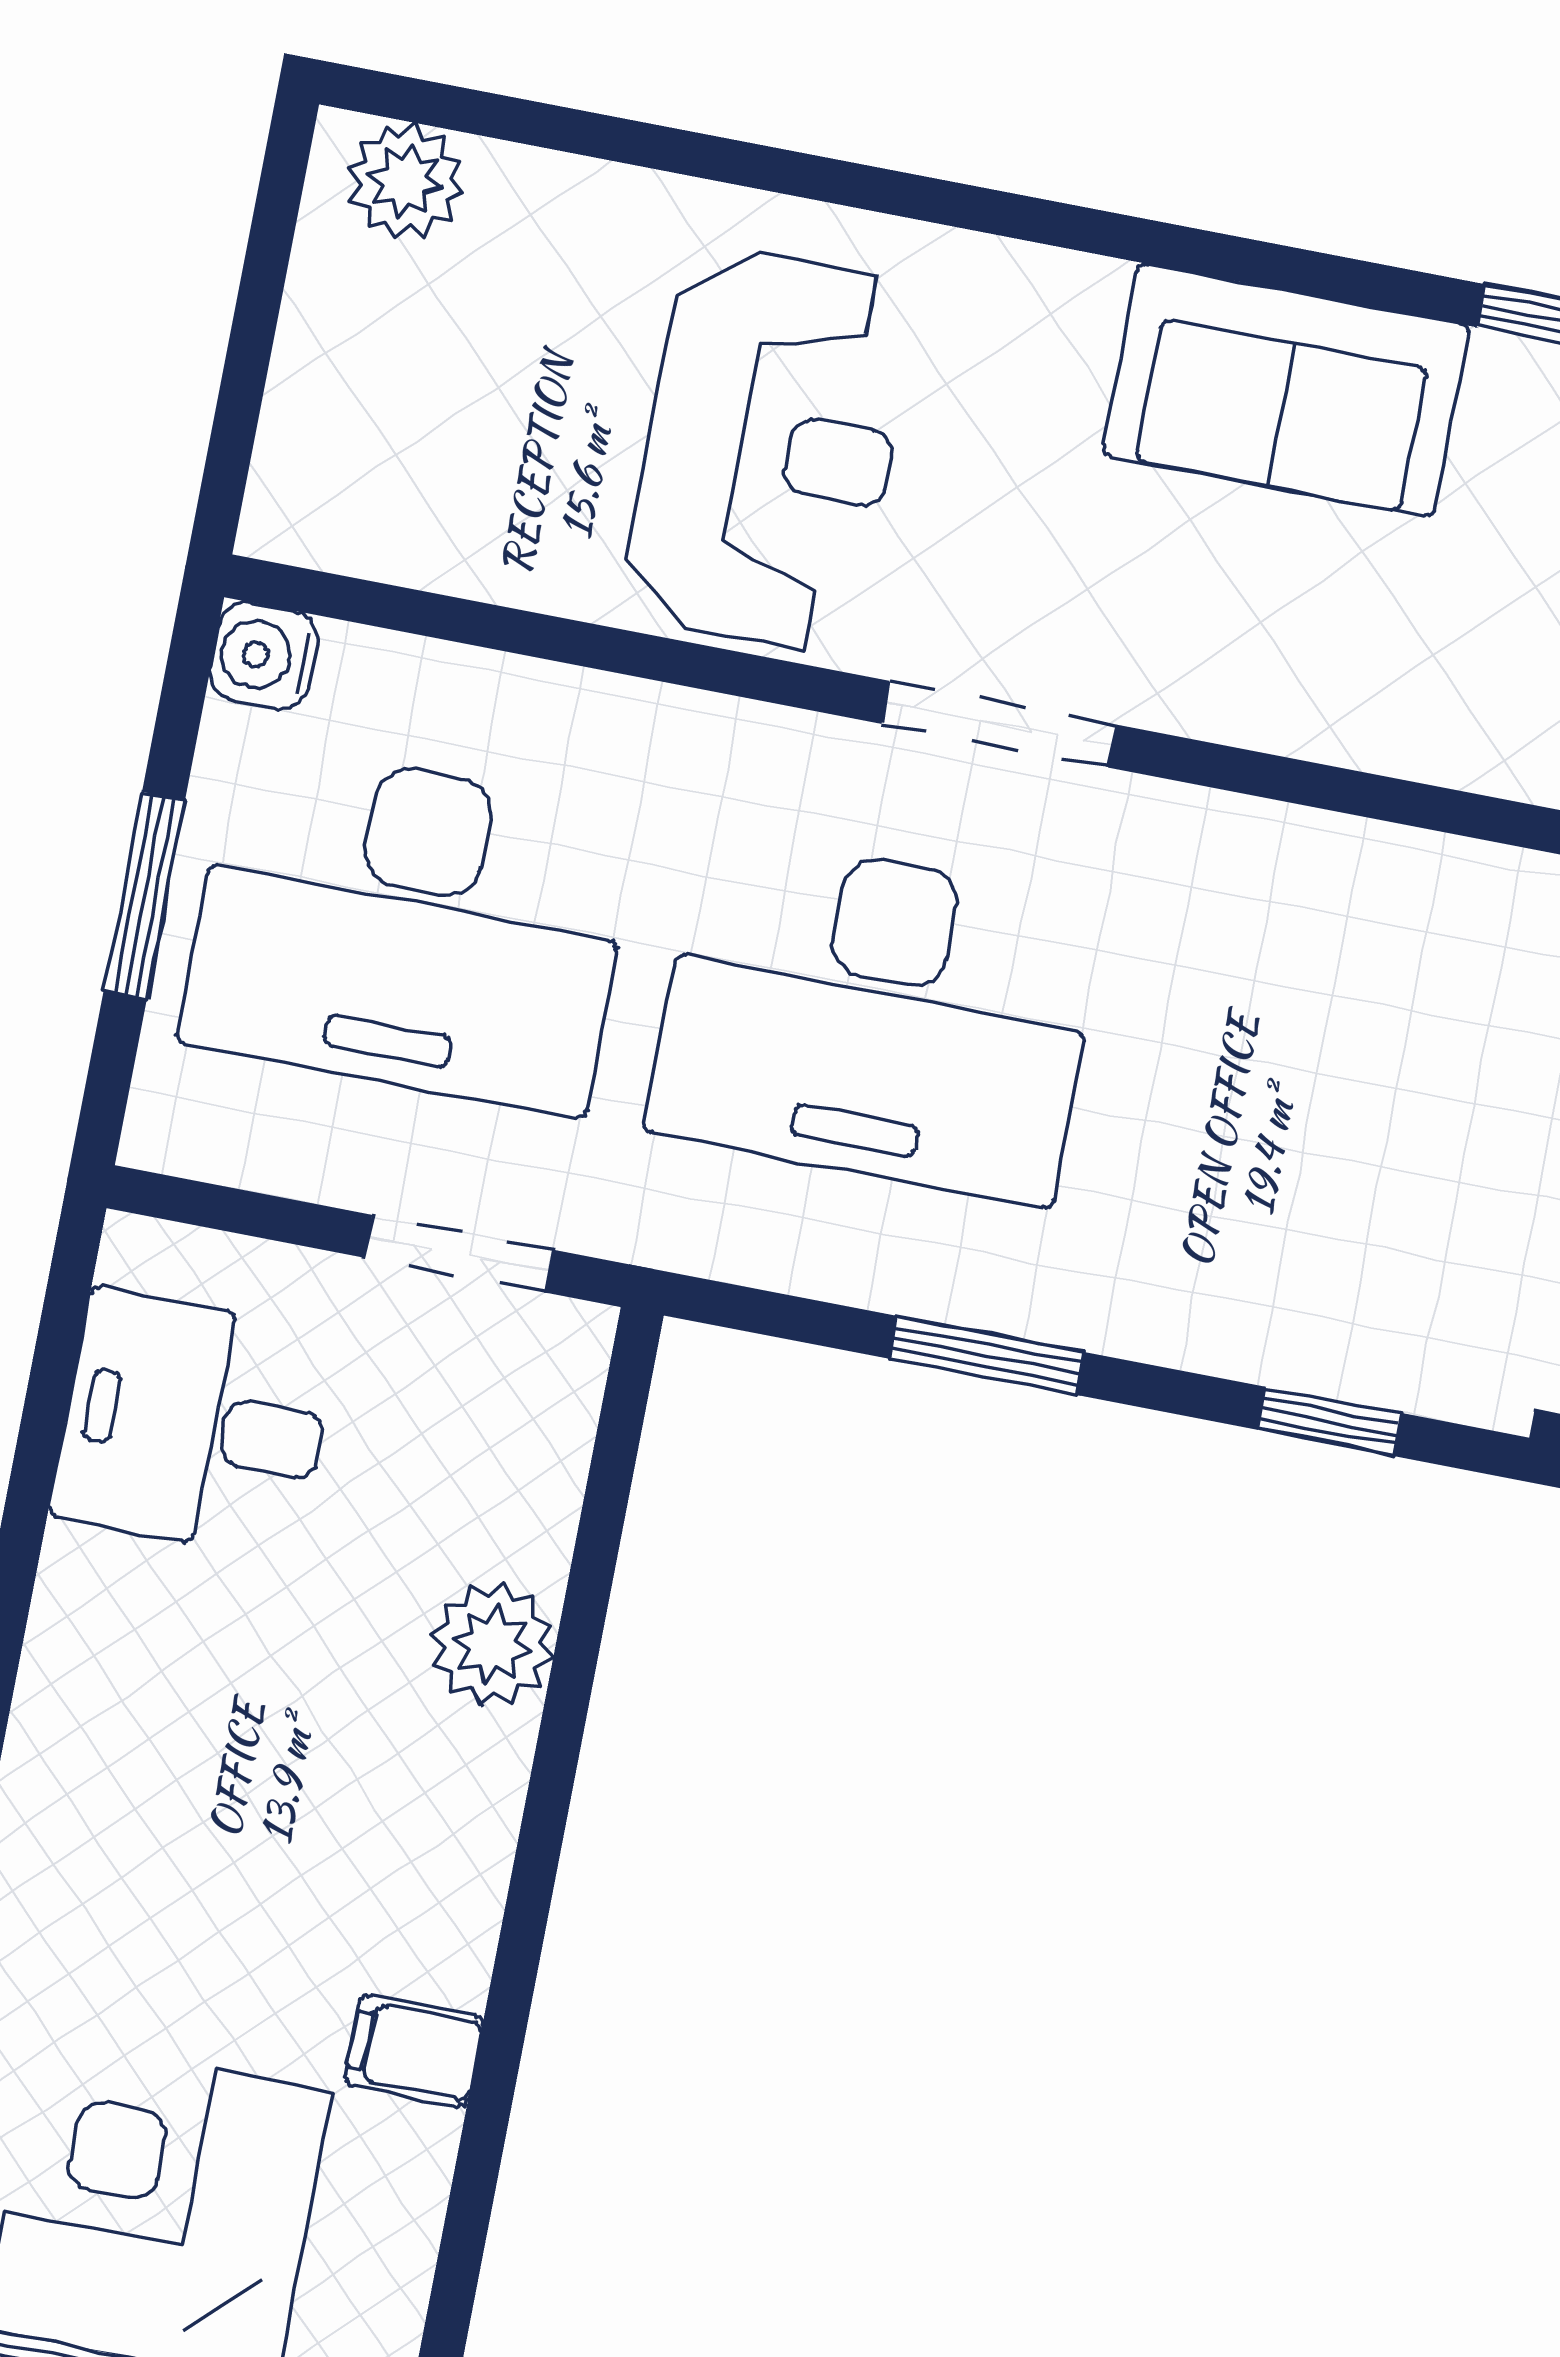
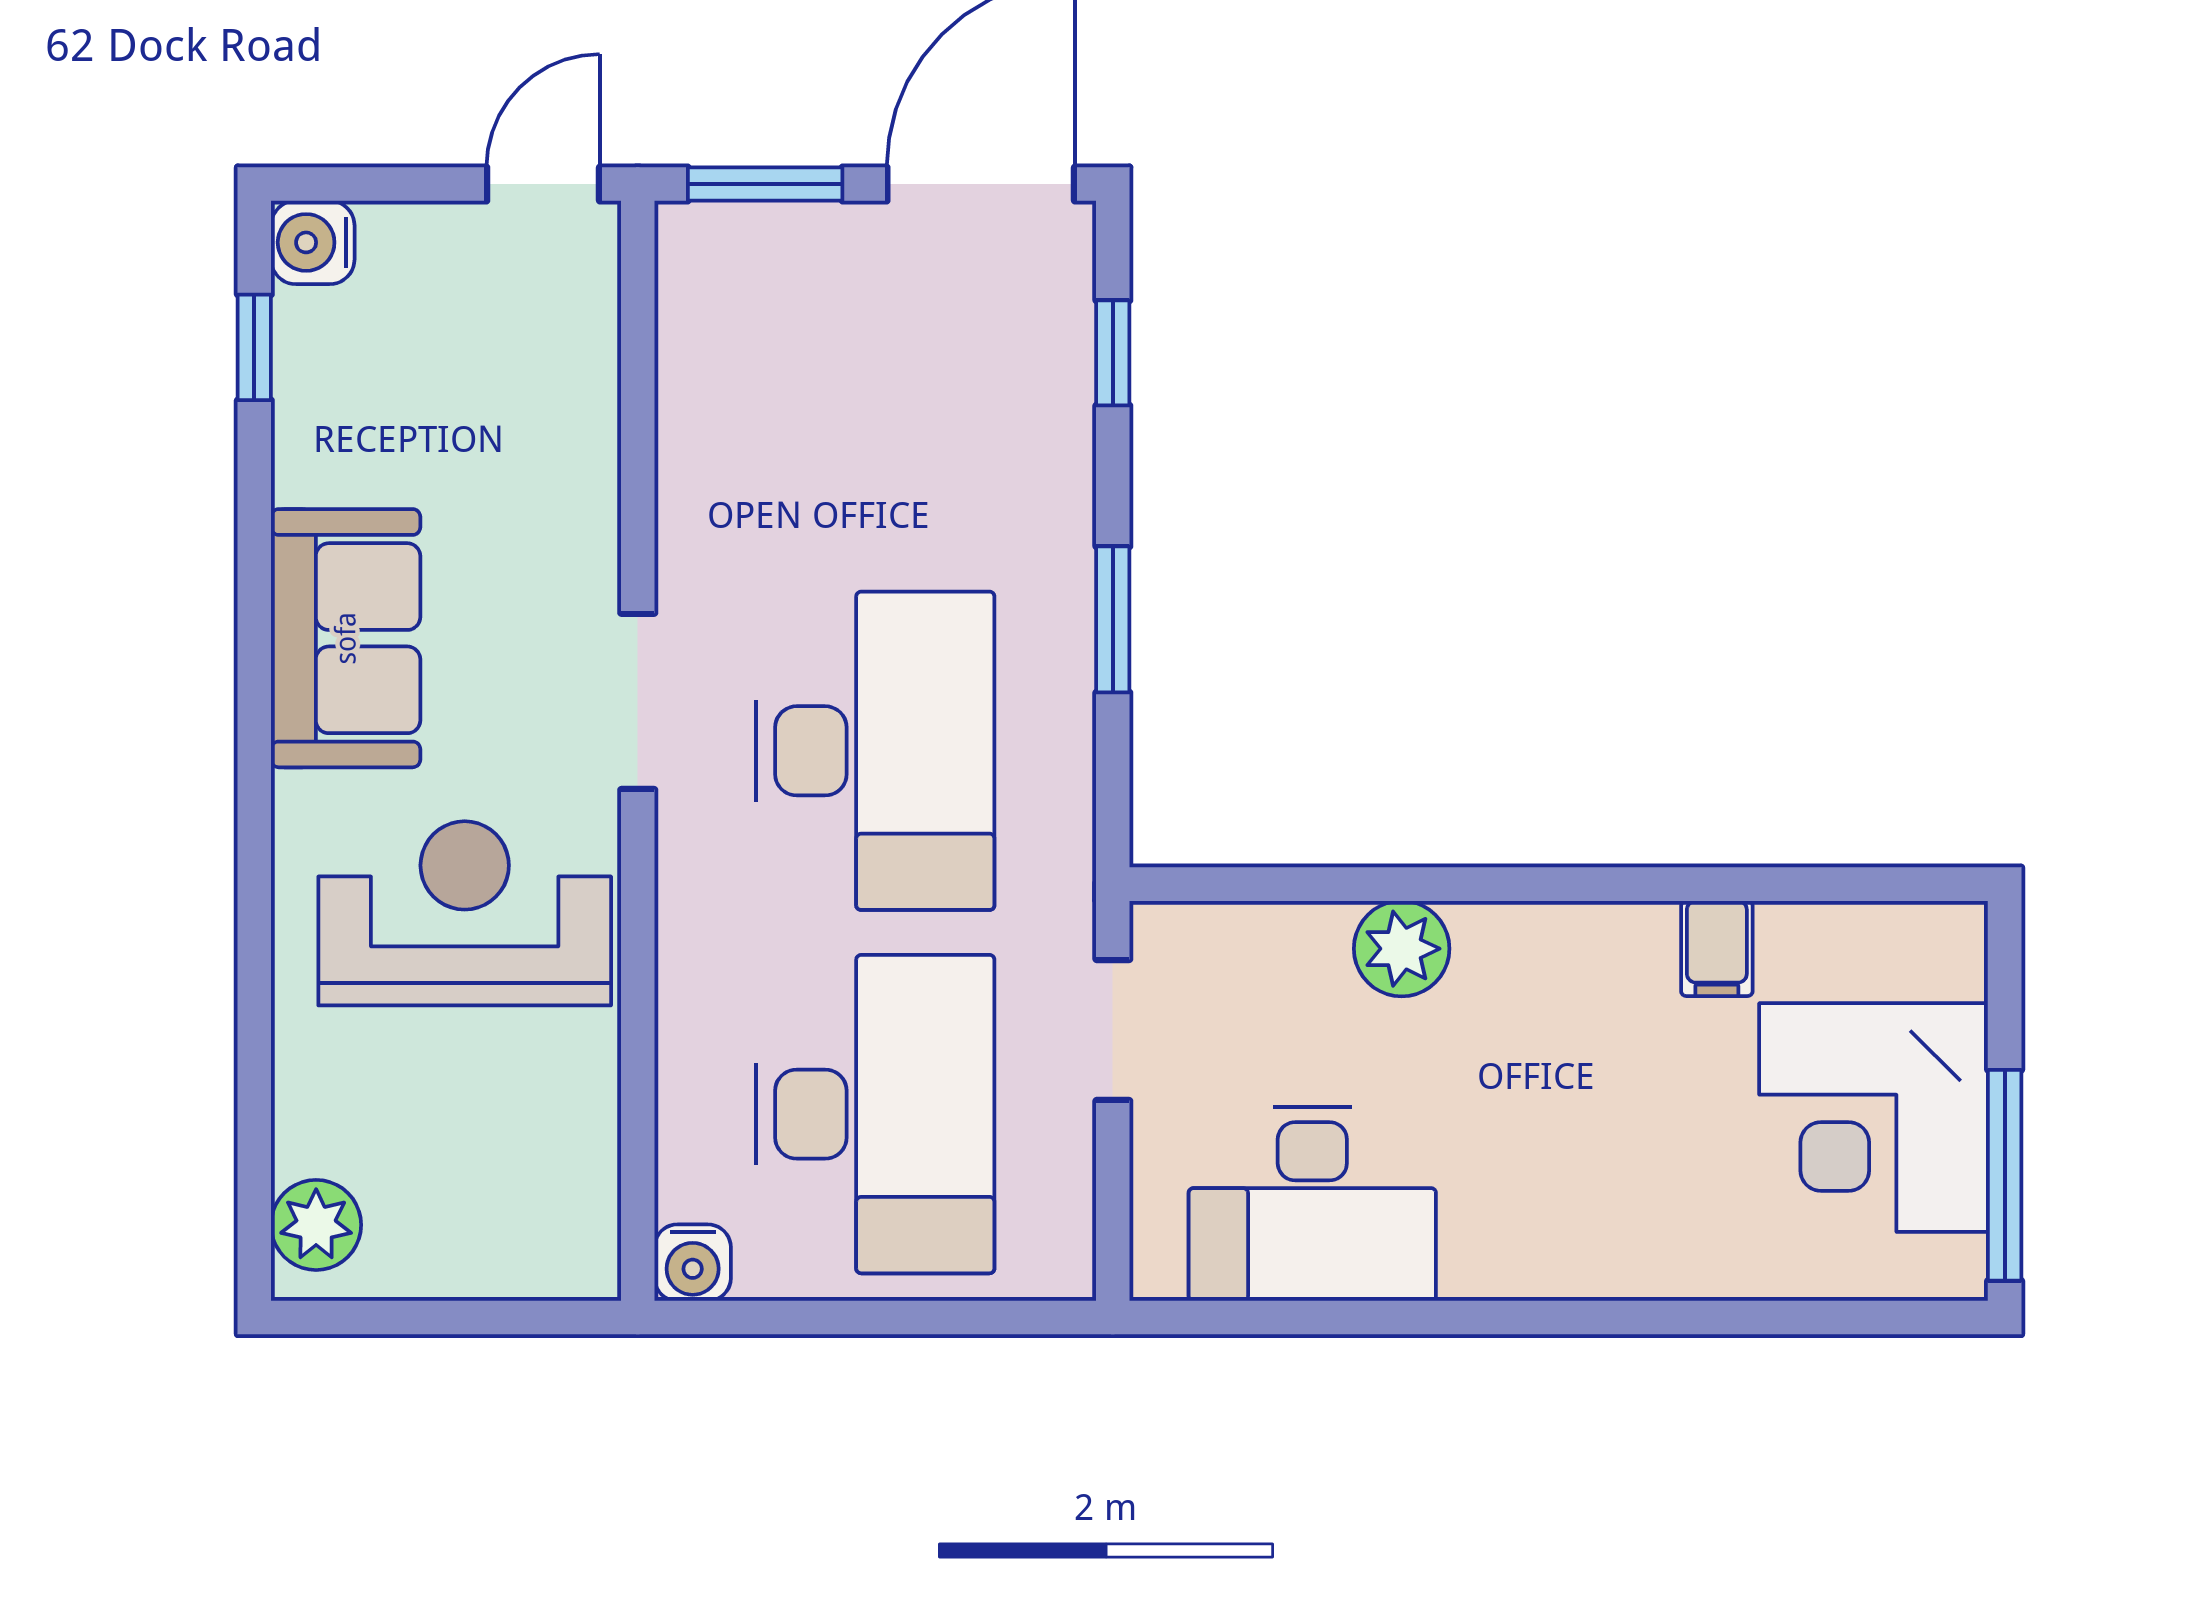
sofa: (1286, 390) -> (346, 638), moved
window: (144, 896) -> (890, 1318), removed
desk: (194, 1424) -> (1312, 1204), width x1.37

